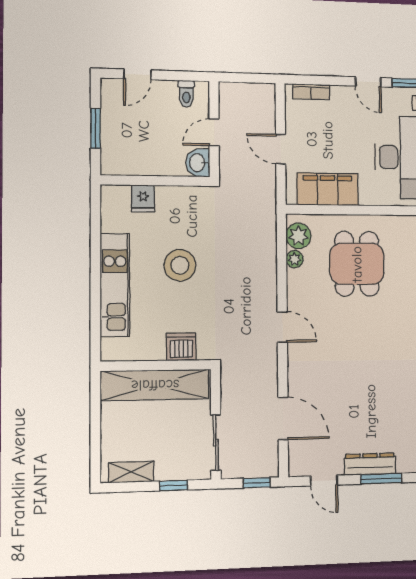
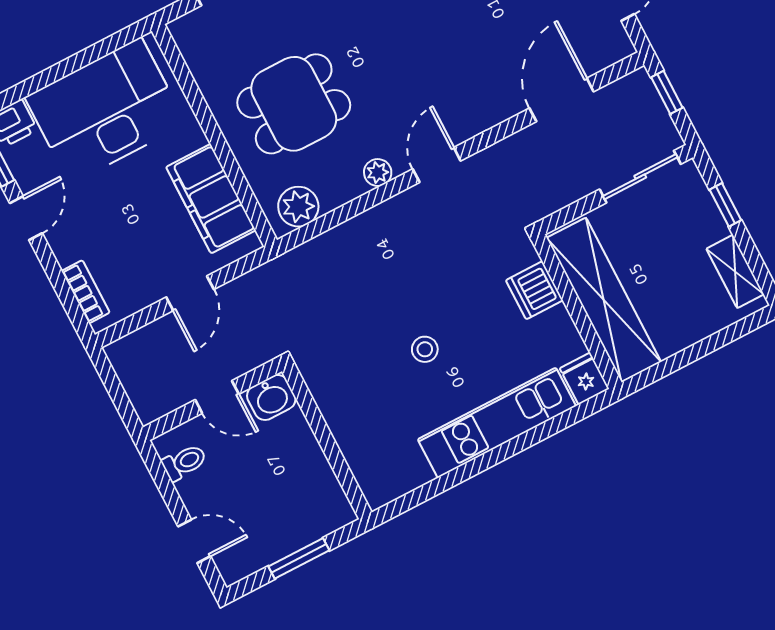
fridge: (143, 198) -> (584, 379), moved, turned -90
plant: (295, 259) -> (378, 172), moved
stool: (180, 265) -> (425, 349), width x0.53, depth x0.53

